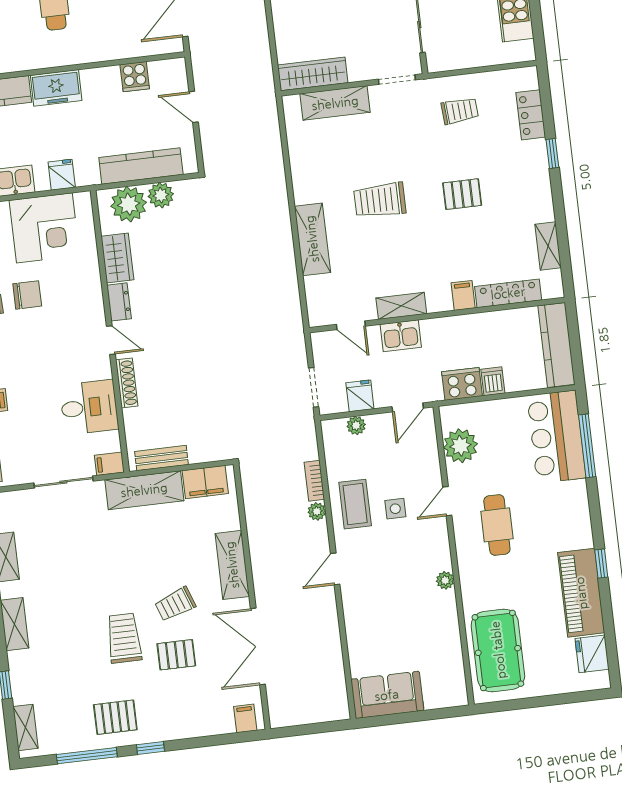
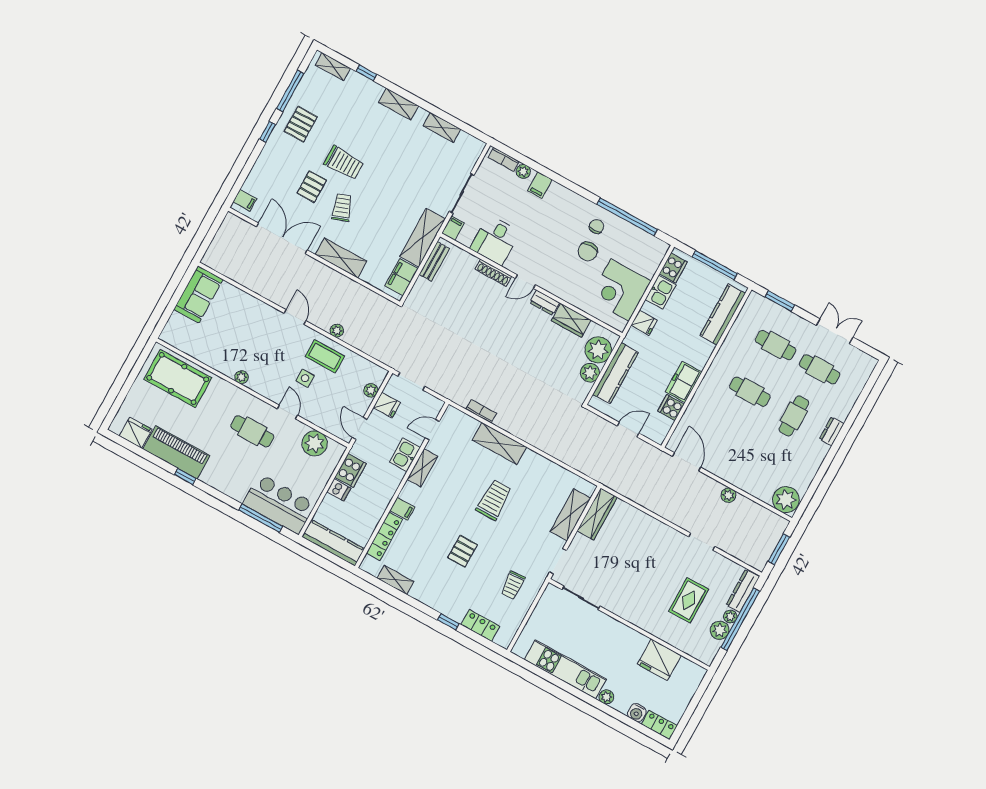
freezer: (56, 88) -> (684, 382), moved
bookcase: (314, 481) -> (481, 411), moved

